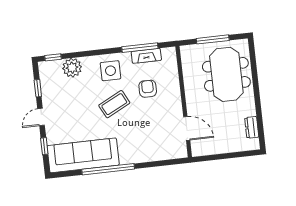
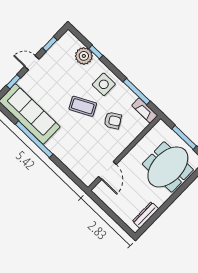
fireplace: (146, 56) -> (145, 110), moved
window: (53, 57) -> (96, 52), moved
armchair: (148, 89) -> (113, 120), turned 59
dresser: (252, 127) -> (146, 215), width x1.44

